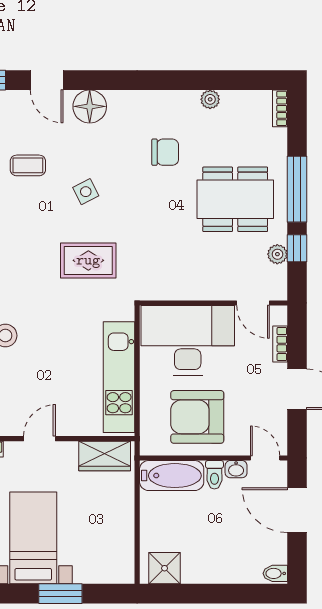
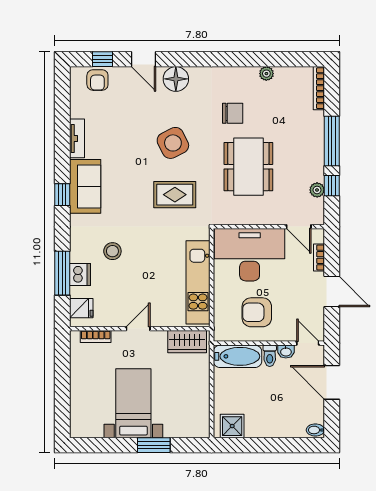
bookcase: (280, 108) -> (319, 88), width x1.56
coffee table: (28, 165) -> (129, 123), removed
side table: (86, 192) -> (173, 143), width x1.87, depth x1.87
dining table: (235, 199) -> (248, 167), moved, turned 90
armchair: (197, 417) -> (257, 312), width x0.73, depth x0.73

